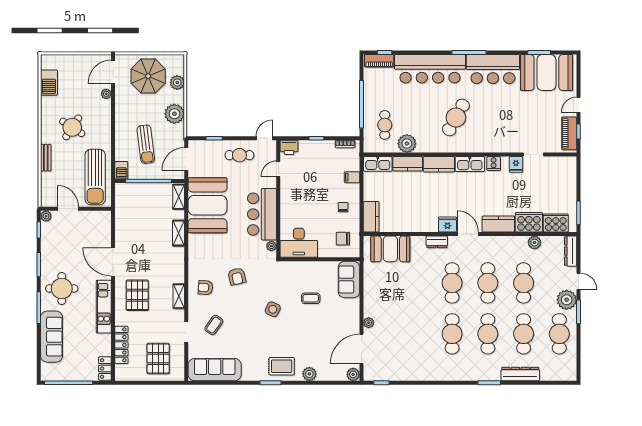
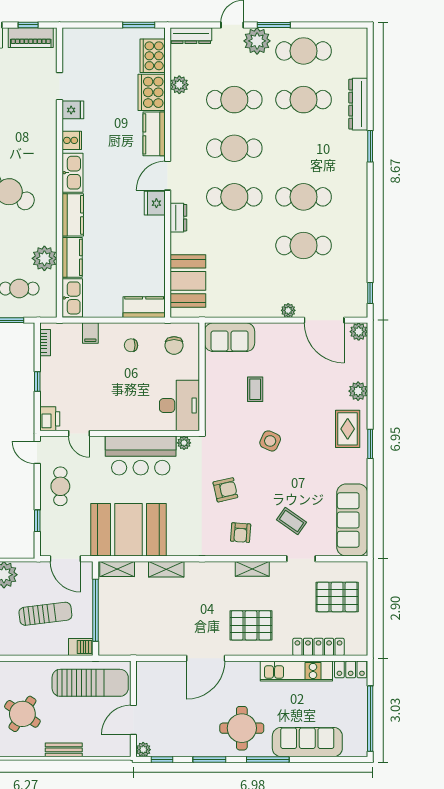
kitchen unit: (104, 307) -> (296, 671), moved
cafe table: (488, 334) -> (304, 245), moved

